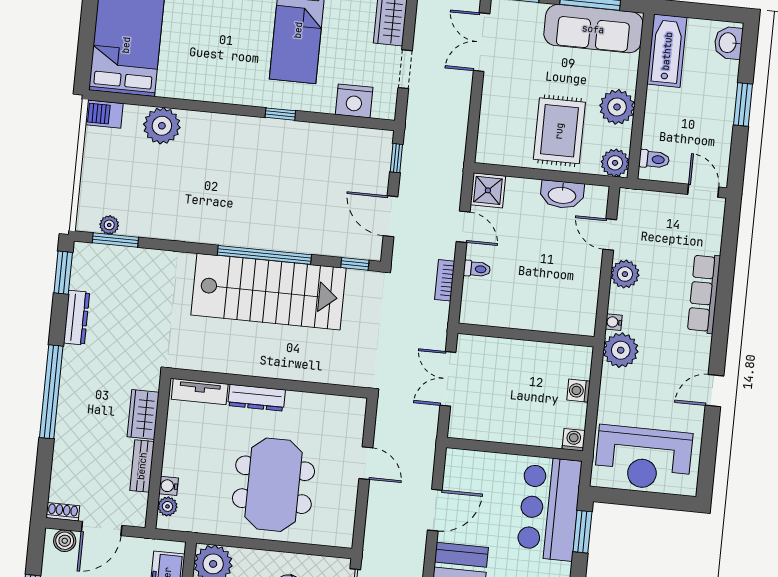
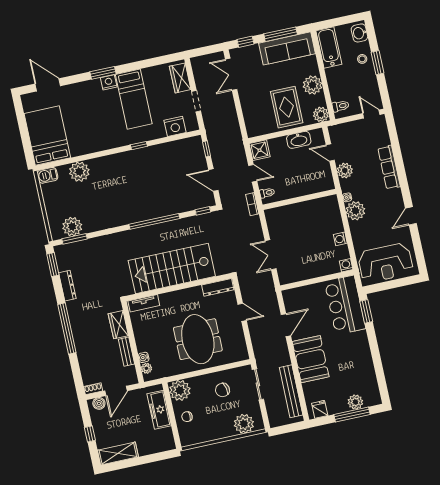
stool: (718, 89) -> (362, 59), added
plant: (109, 225) -> (72, 227), width x1.87, depth x1.87
stairs: (269, 292) -> (172, 268), moved, turned 180
wall: (526, 335) -> (299, 199), moved
dresser: (257, 398) -> (218, 287), moved

